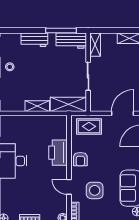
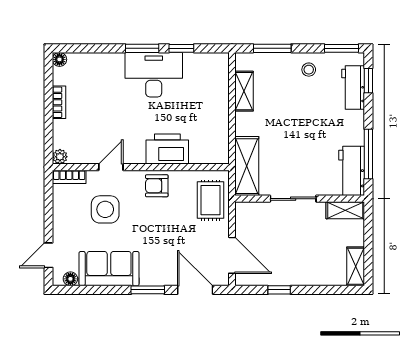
window: (16, 31) -> (368, 81), added
workbench: (34, 40) -> (353, 88), moved
shelving: (37, 106) -> (244, 91), moved

